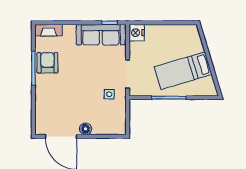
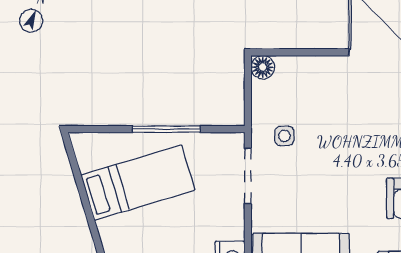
floor lamp: (86, 129) -> (263, 67), moved

